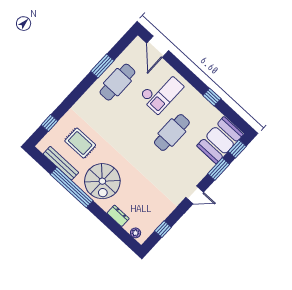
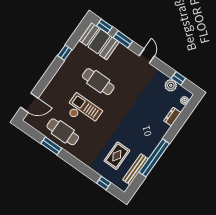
checkout: (161, 92) -> (83, 111), moved
spiral stairs: (102, 181) -> (146, 133), removed
plant: (156, 219) -> (171, 85), added

